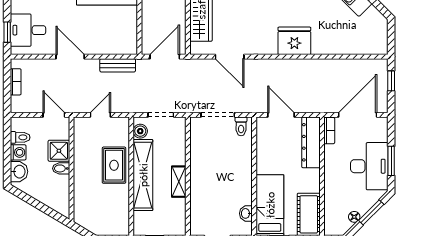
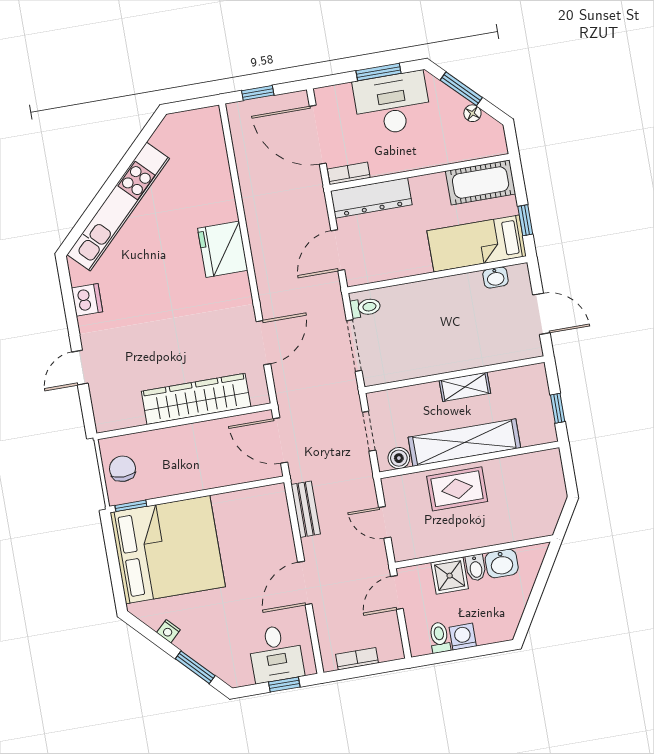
washbasin: (19, 172) -> (502, 563), moved, turned 180

